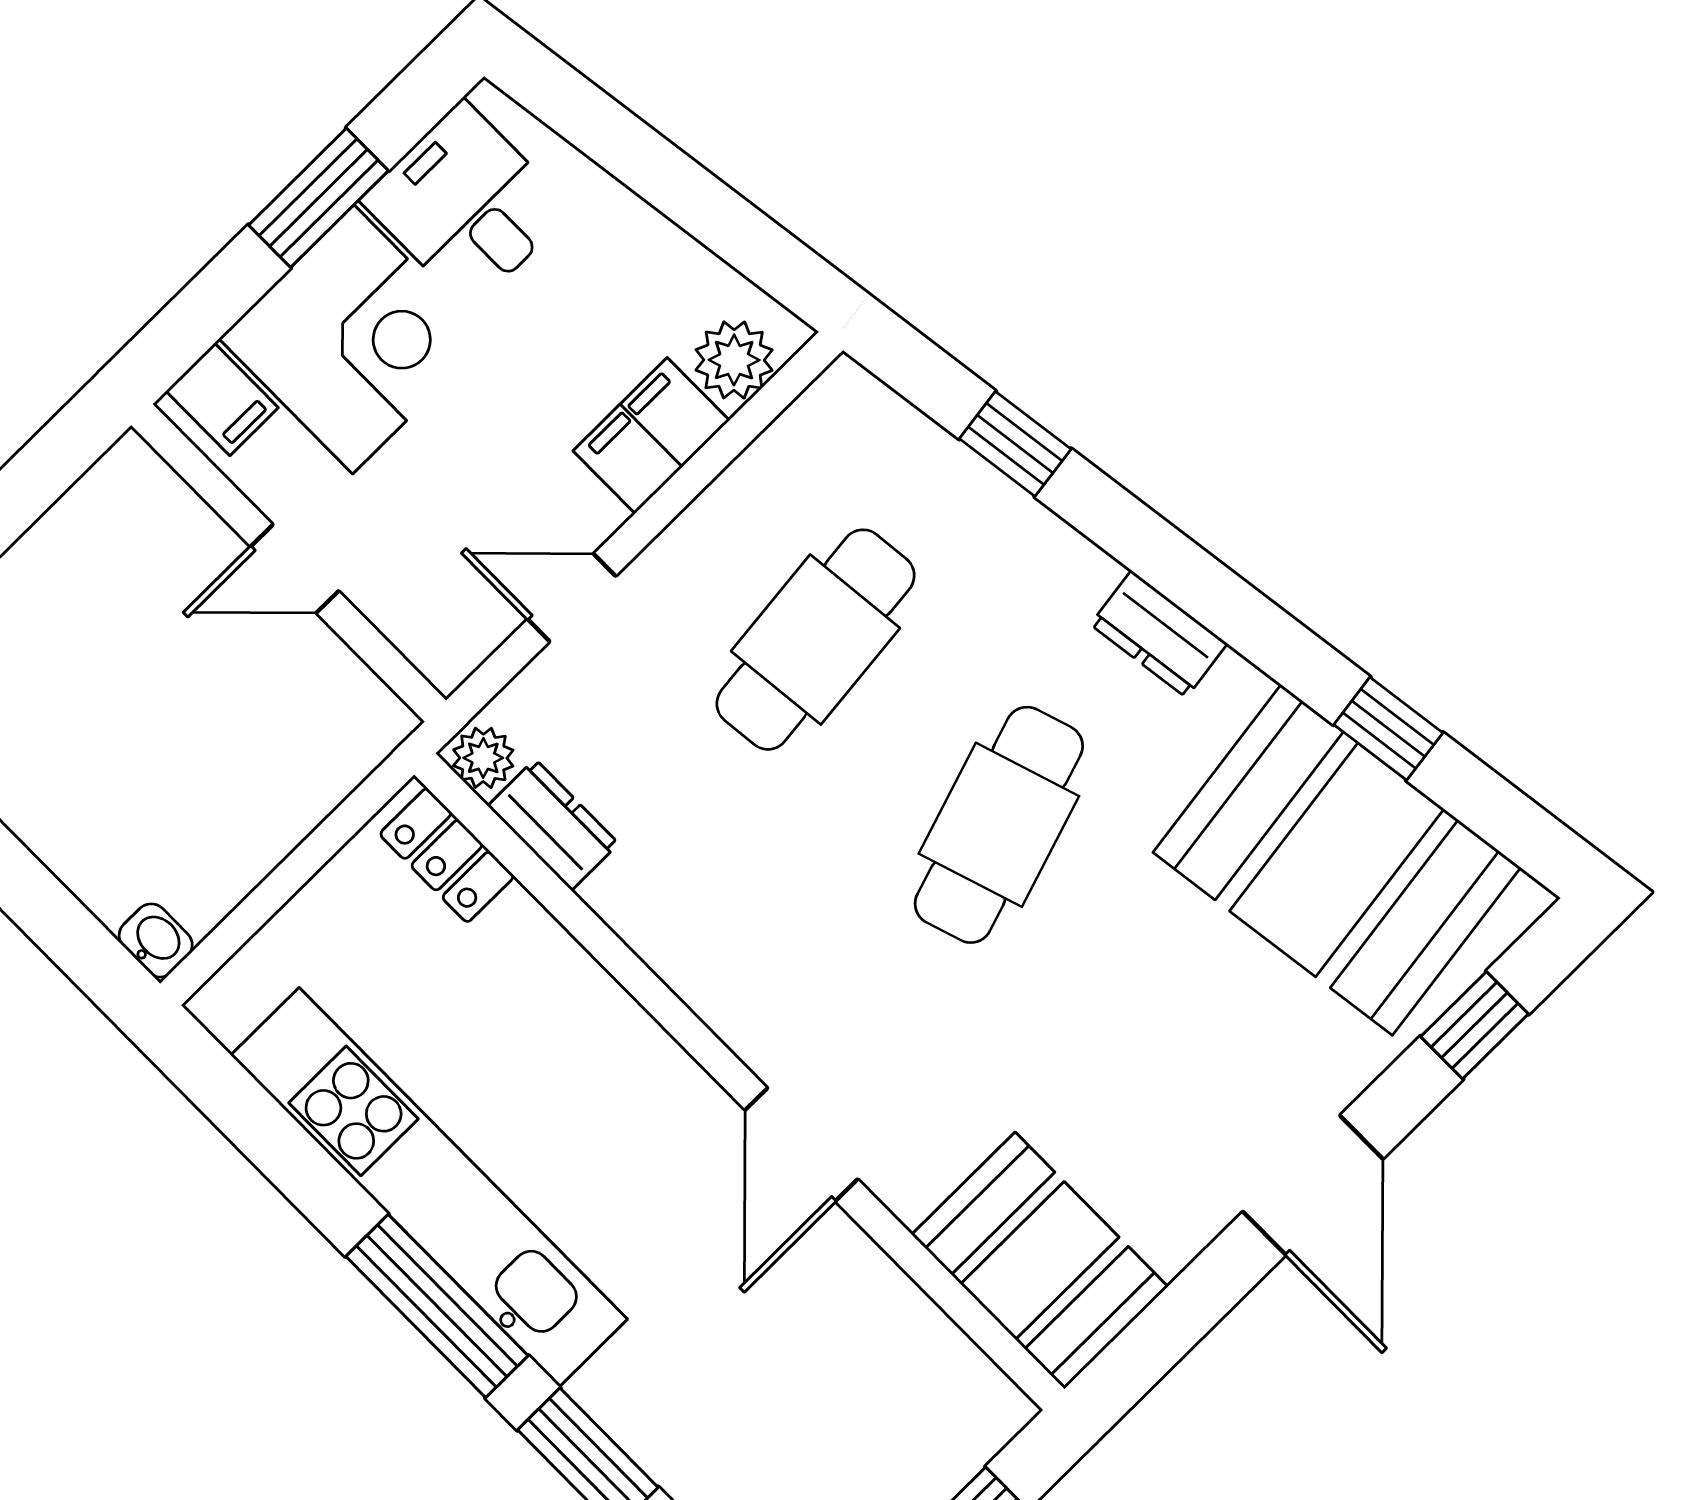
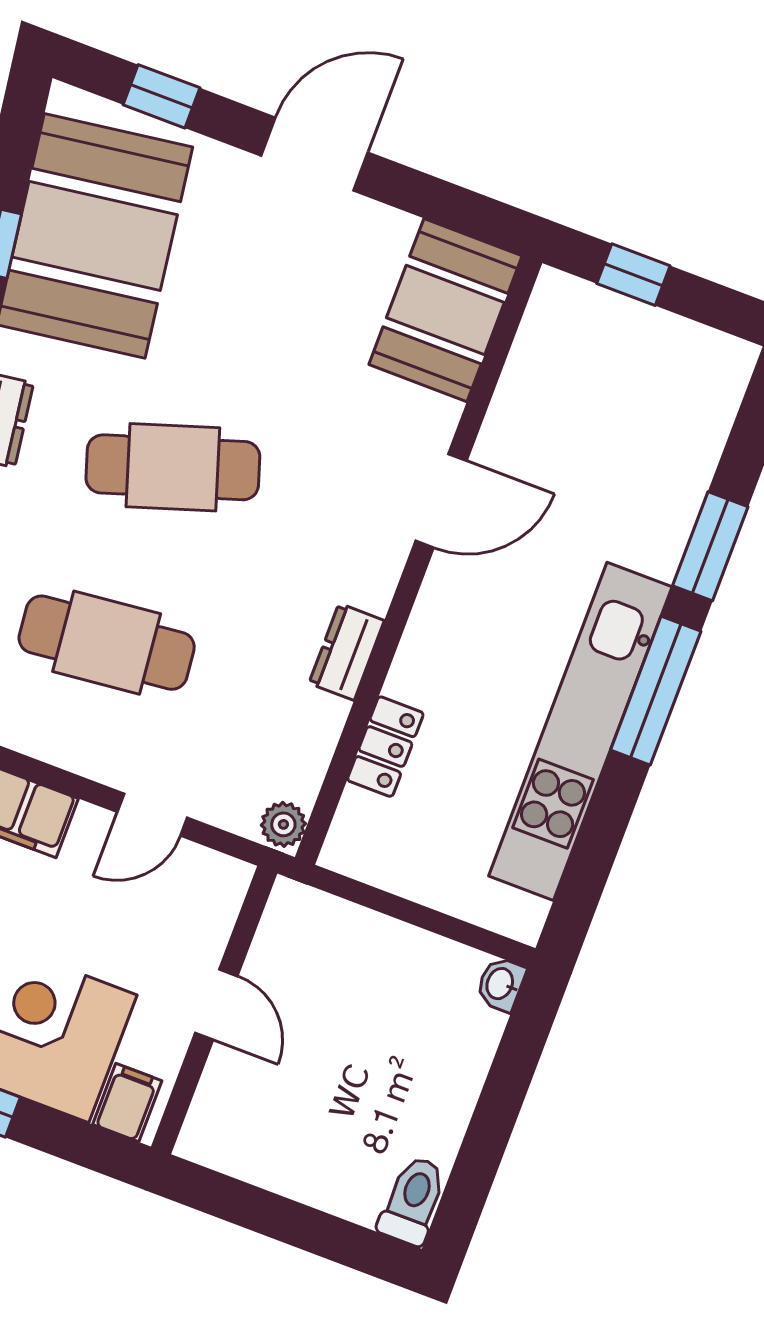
door: (572, 598) -> (152, 815), hinge flipped
dresser: (553, 825) -> (347, 652), moved
locker: (447, 855) -> (385, 747), moved

